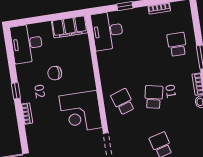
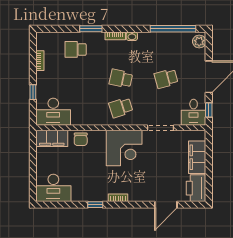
filing cabinet: (70, 27) -> (52, 138), moved, turned 90
chair: (55, 73) -> (81, 139), moved

